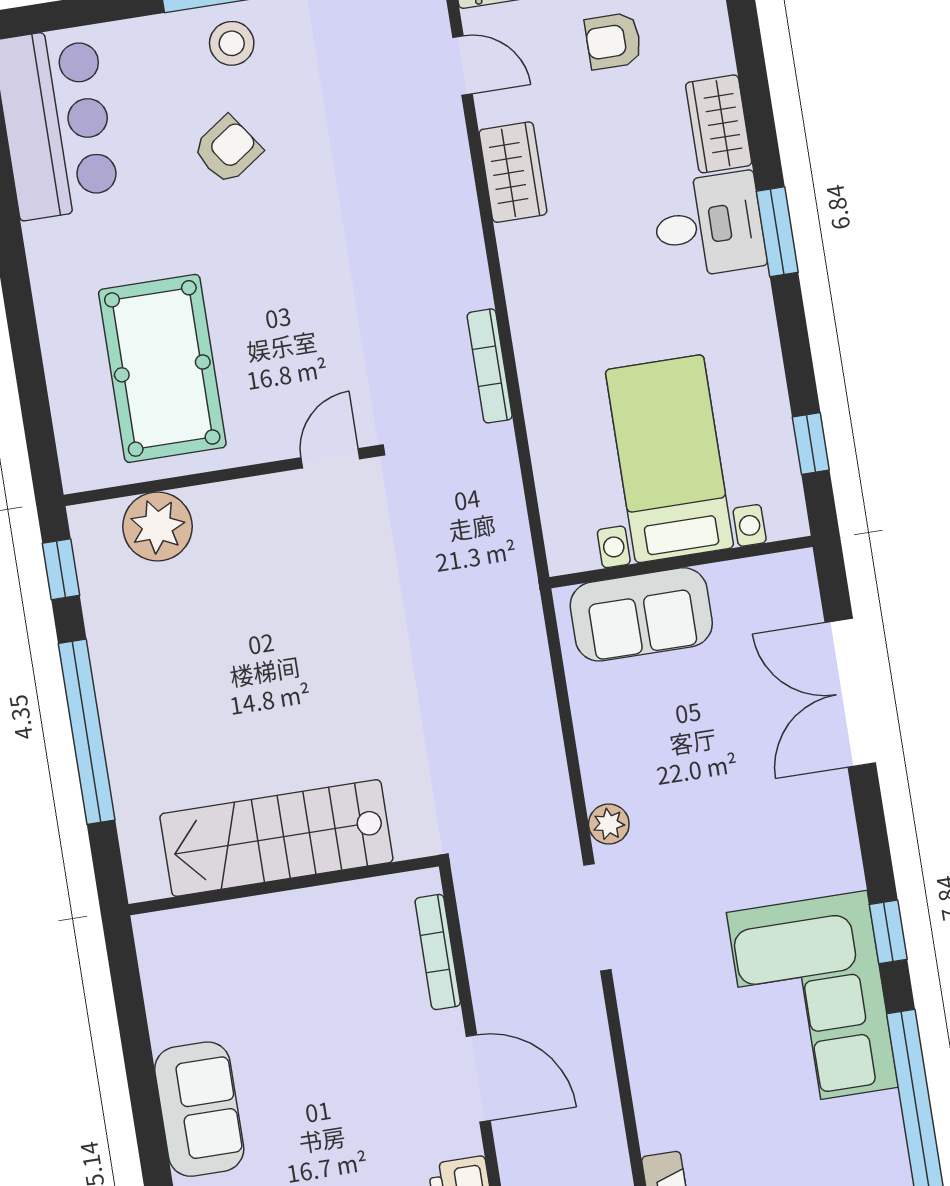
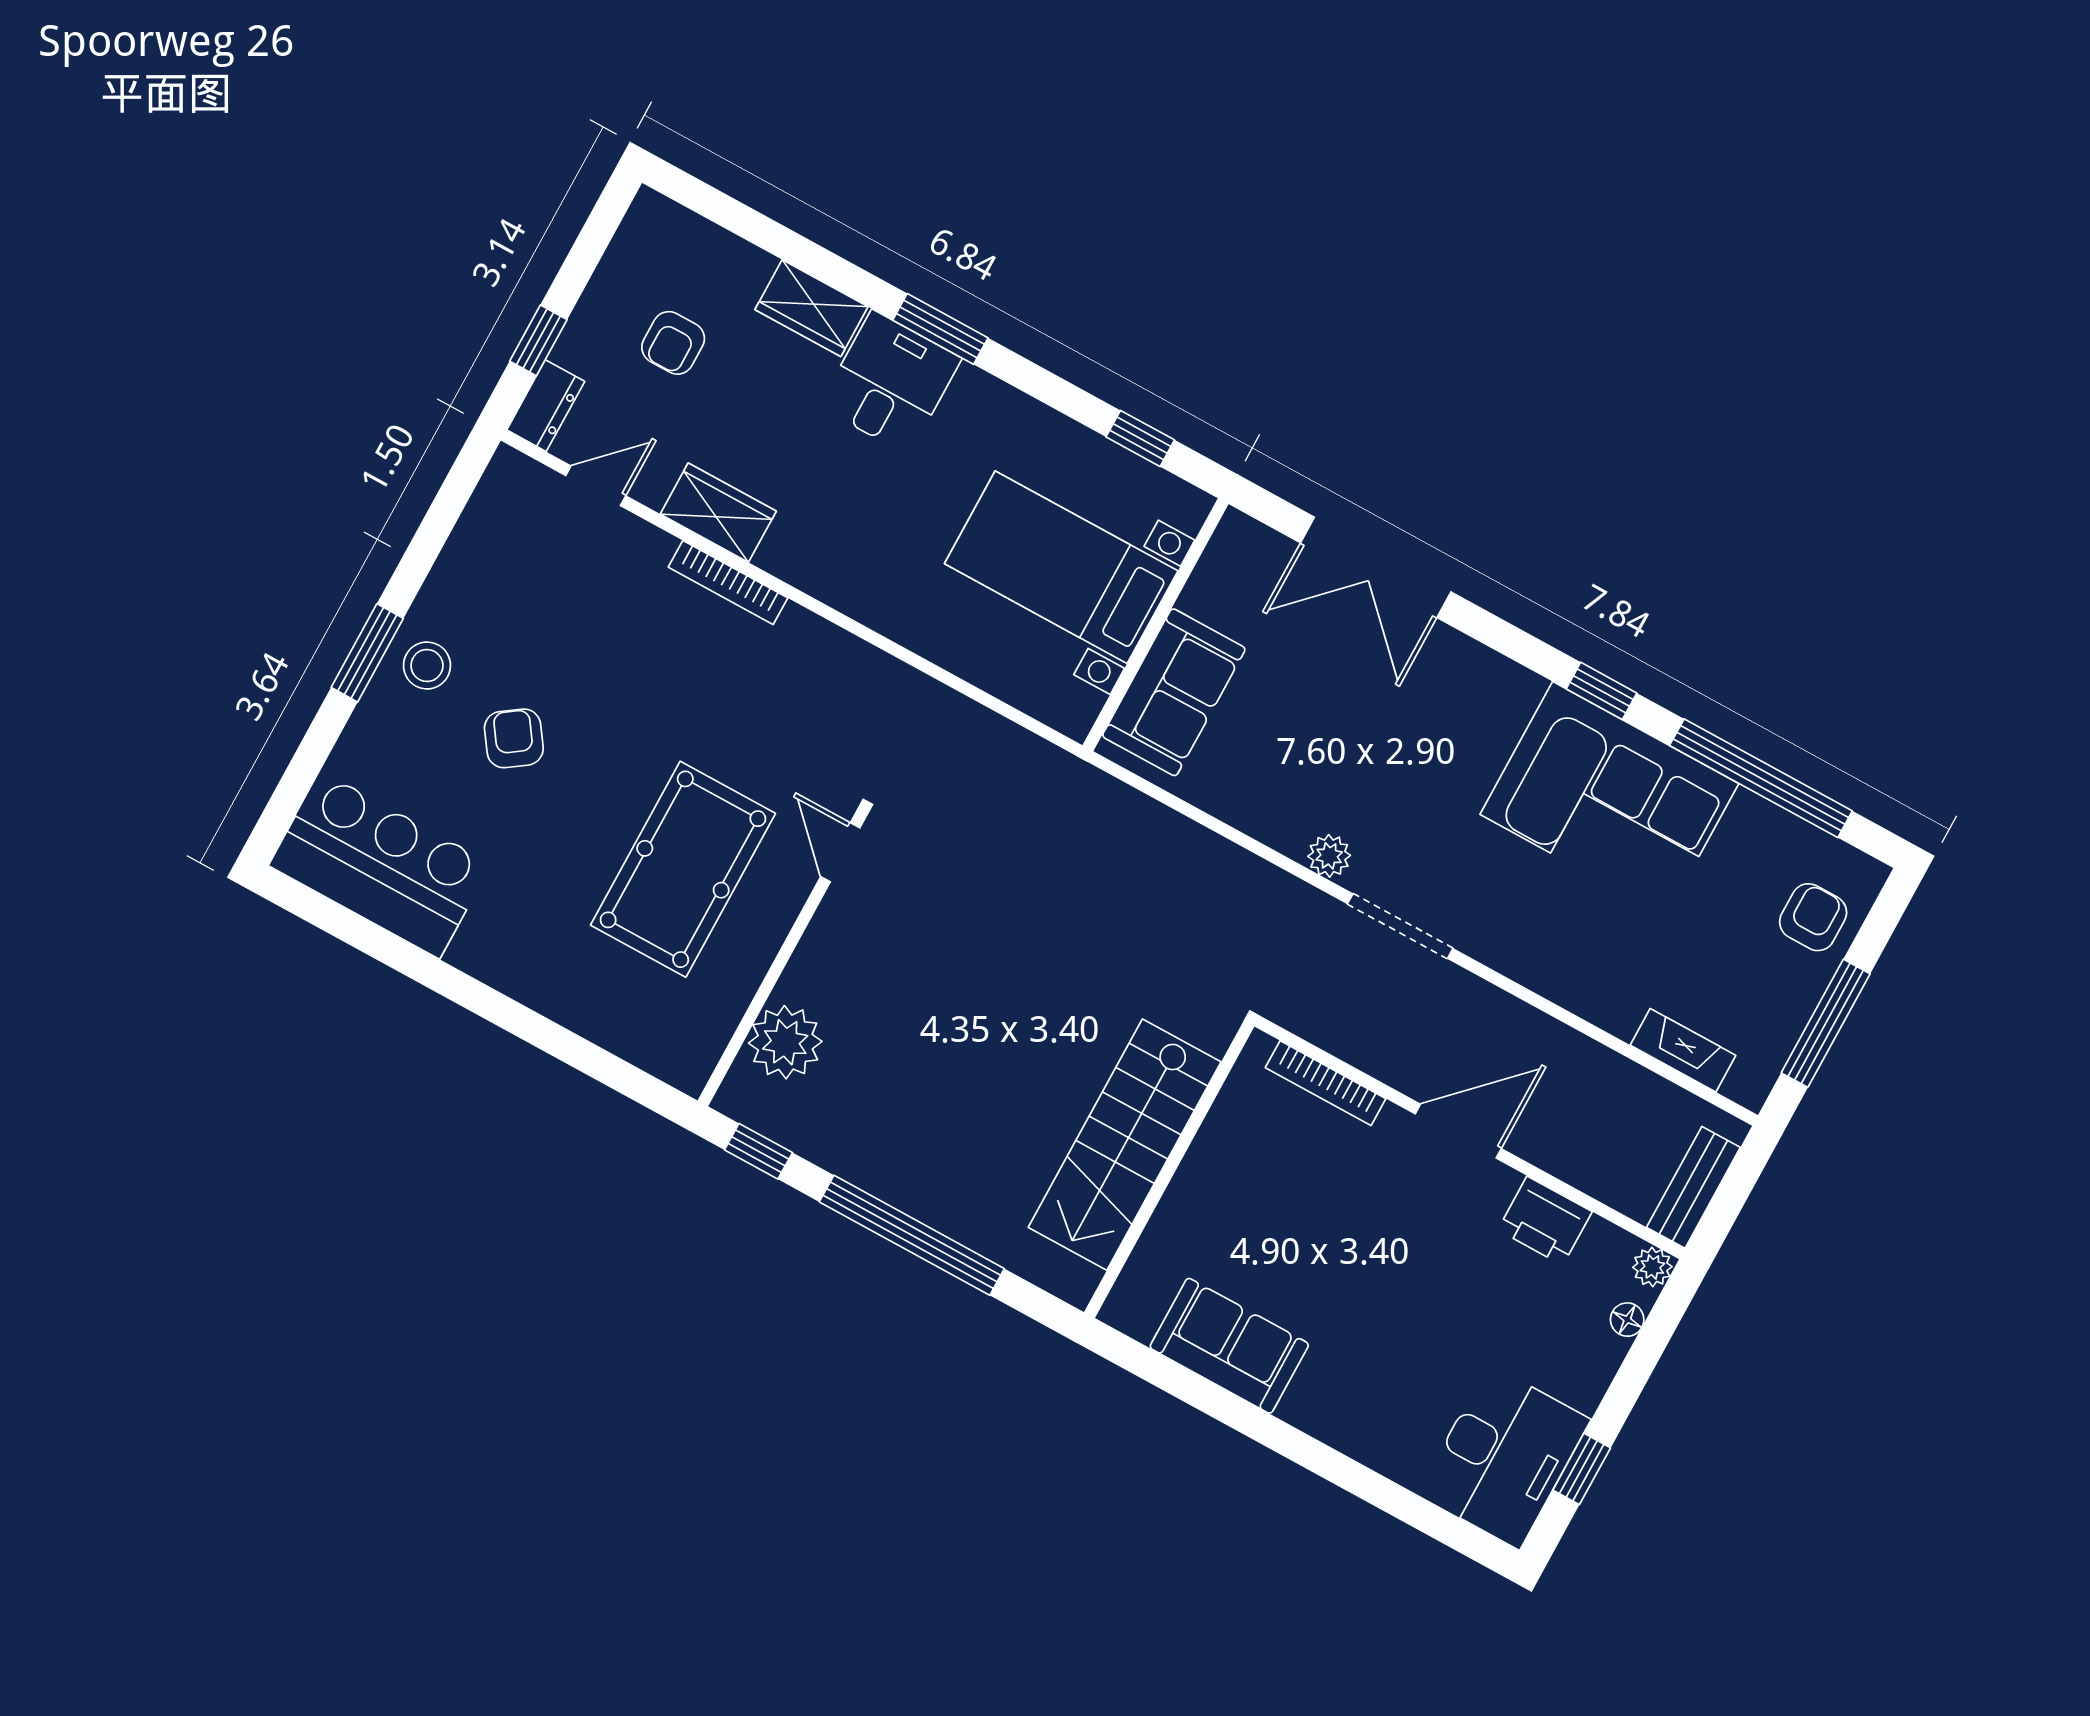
bookcase: (490, 366) -> (728, 583), moved
pool table: (162, 368) -> (683, 869), moved, turned 90
sofa: (199, 1109) -> (1229, 1346), moved

